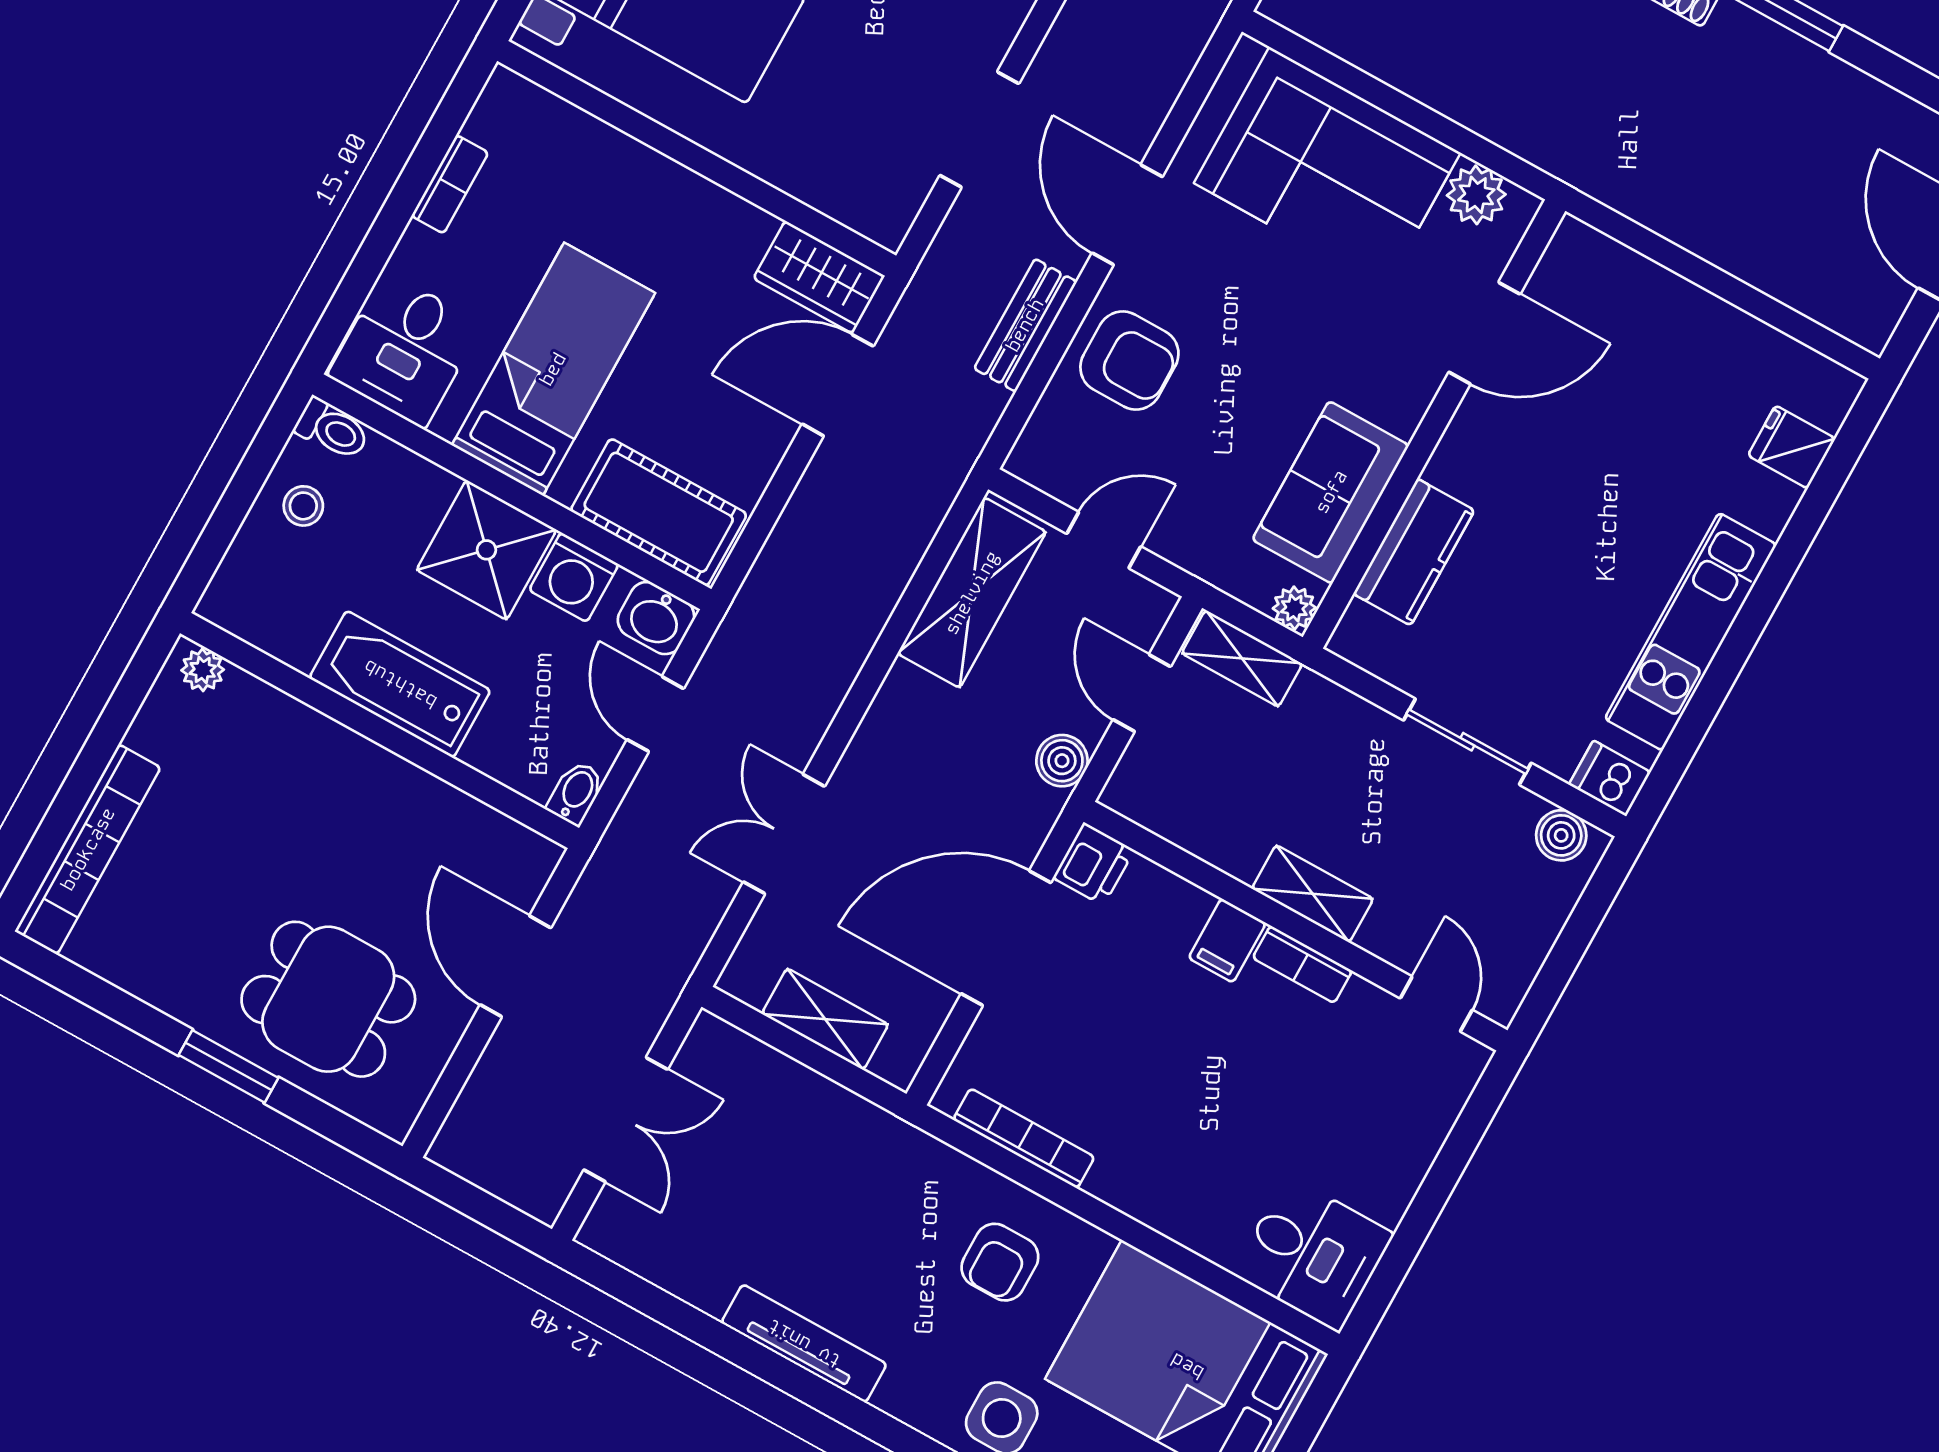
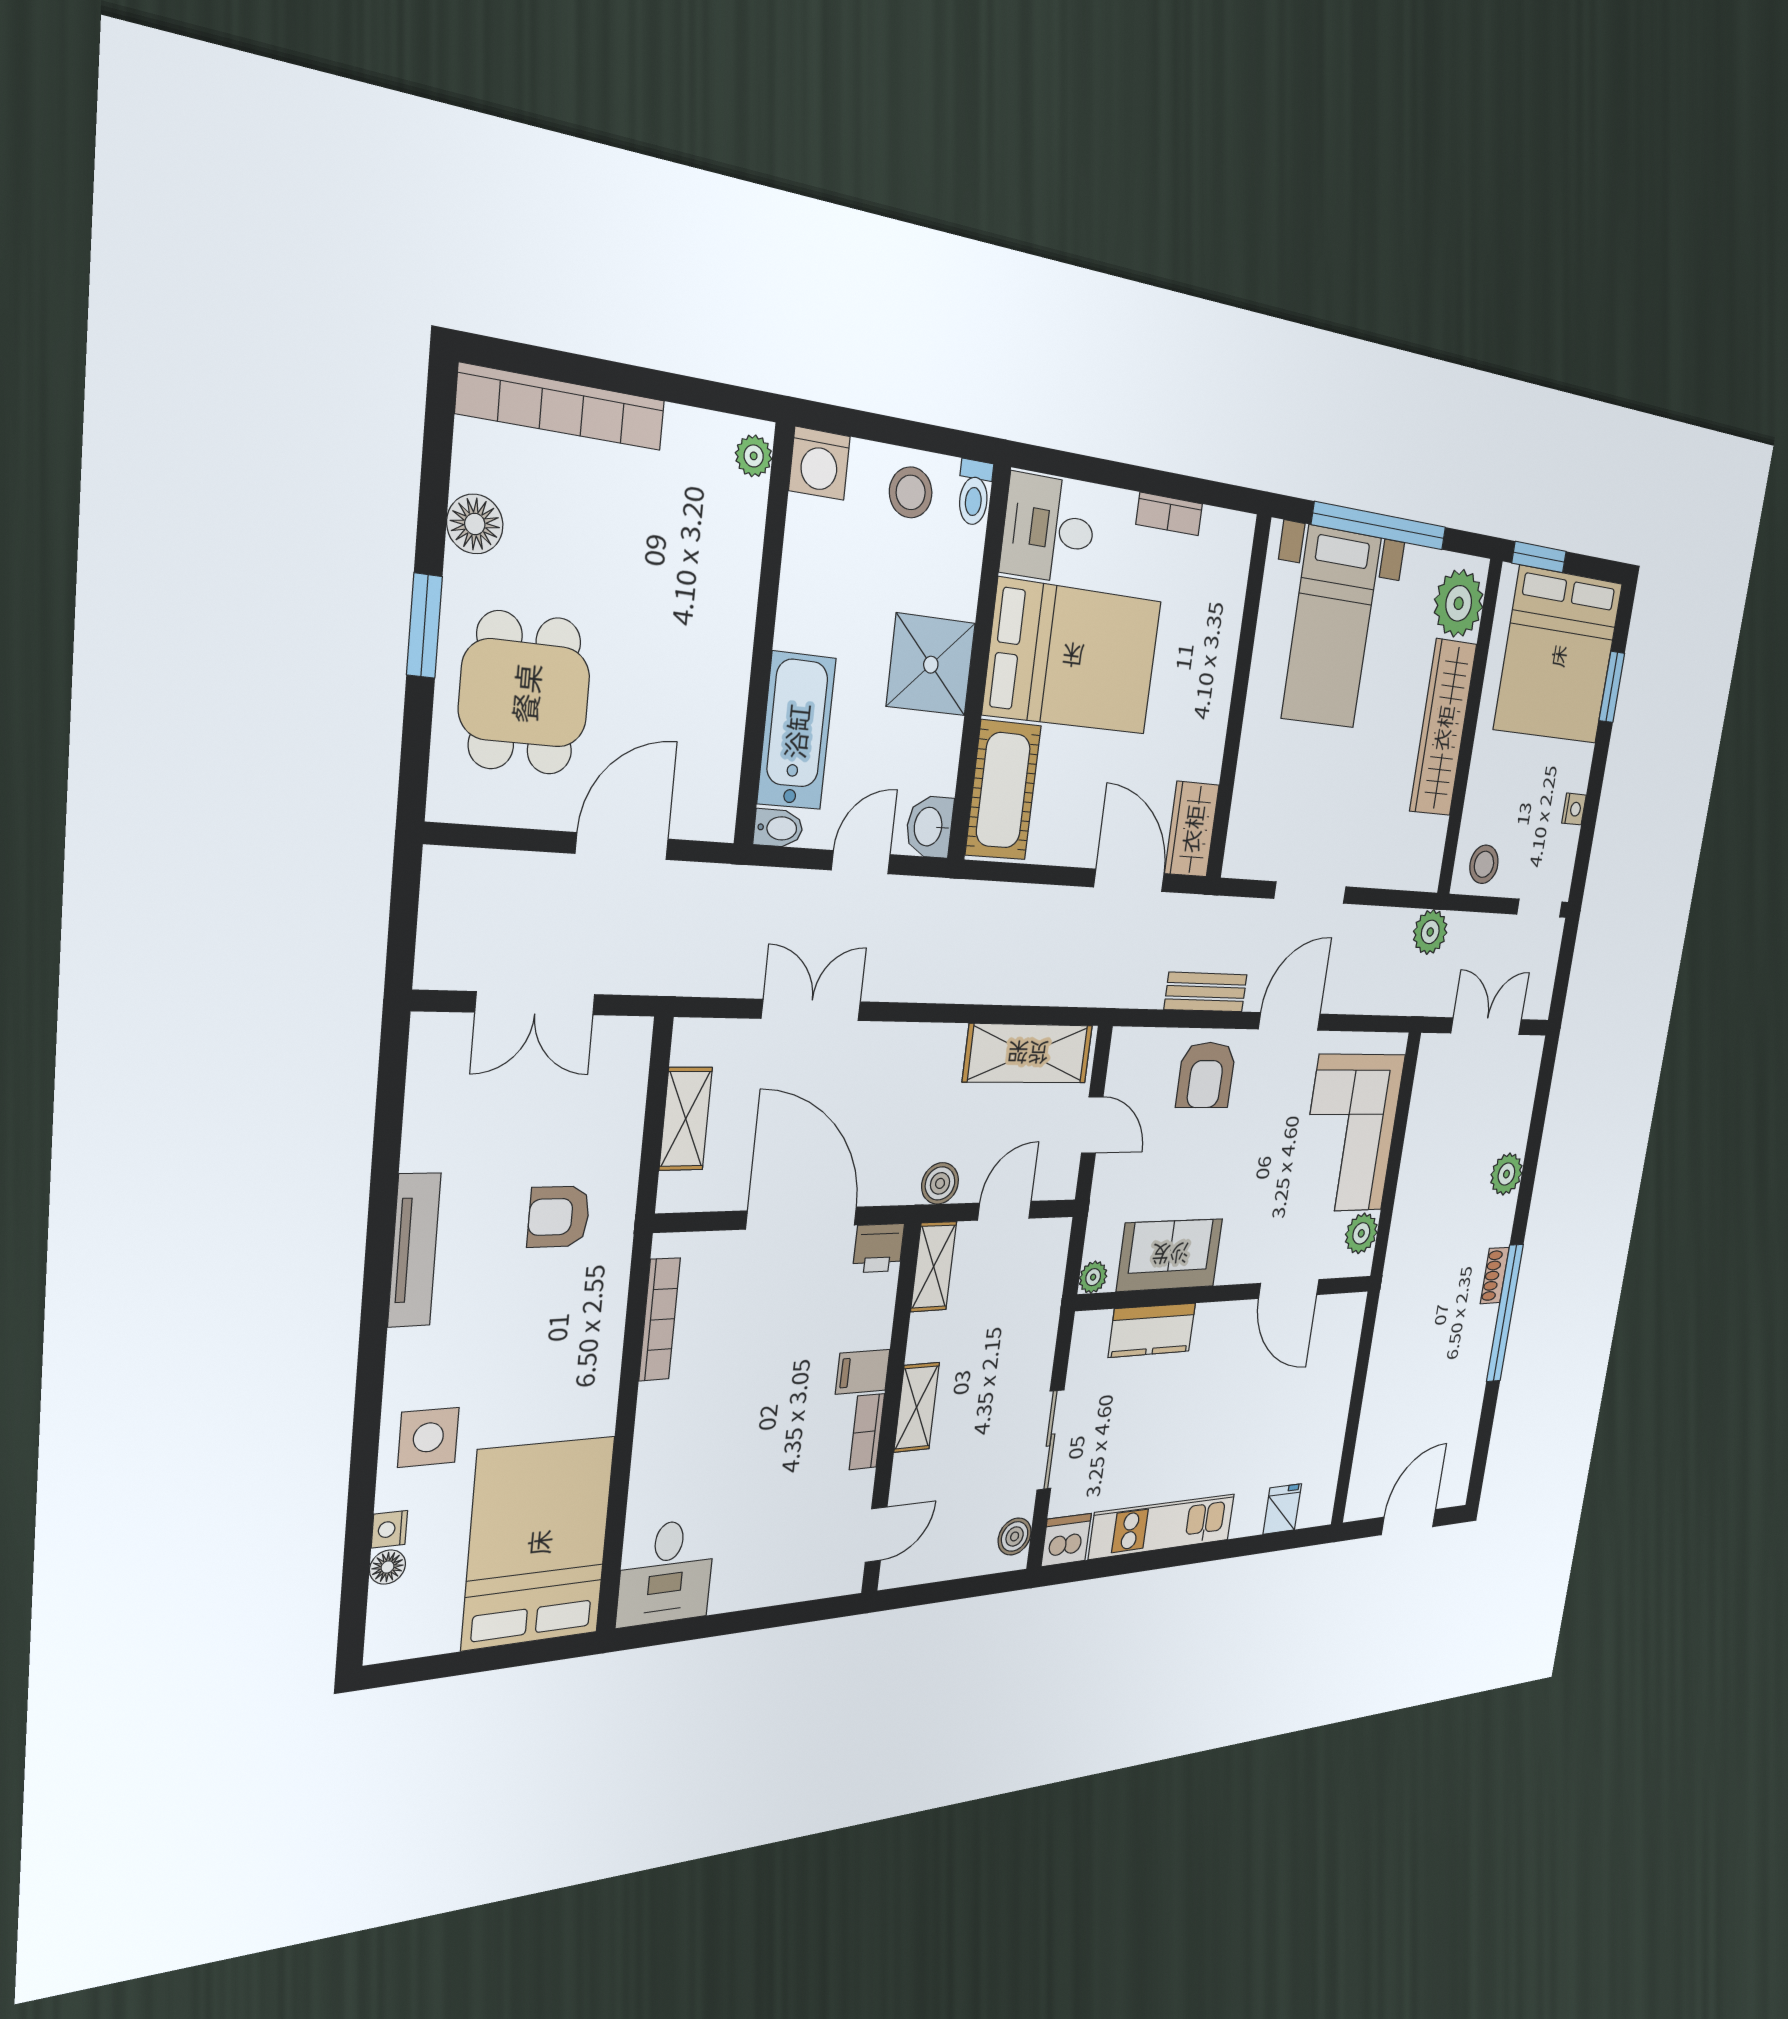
bed: (553, 369) -> (1073, 657), width x1.50
stool: (303, 506) -> (911, 492), width x1.37, depth x1.37
washing machine: (574, 577) -> (819, 463), moved, turned -90
shelving: (1242, 658) -> (934, 1267), moved
bathtub: (400, 684) -> (796, 731), moved
dishwasher: (1610, 778) -> (1066, 1540), width x1.38
floor lamp: (158, 979) -> (475, 524), added
armchair: (1000, 1262) -> (559, 1217), moved

